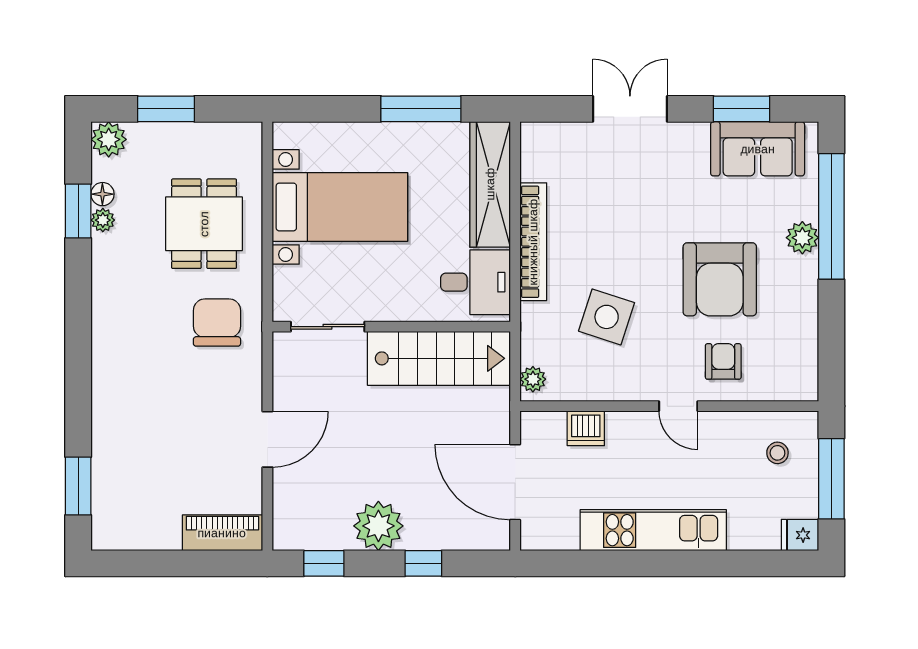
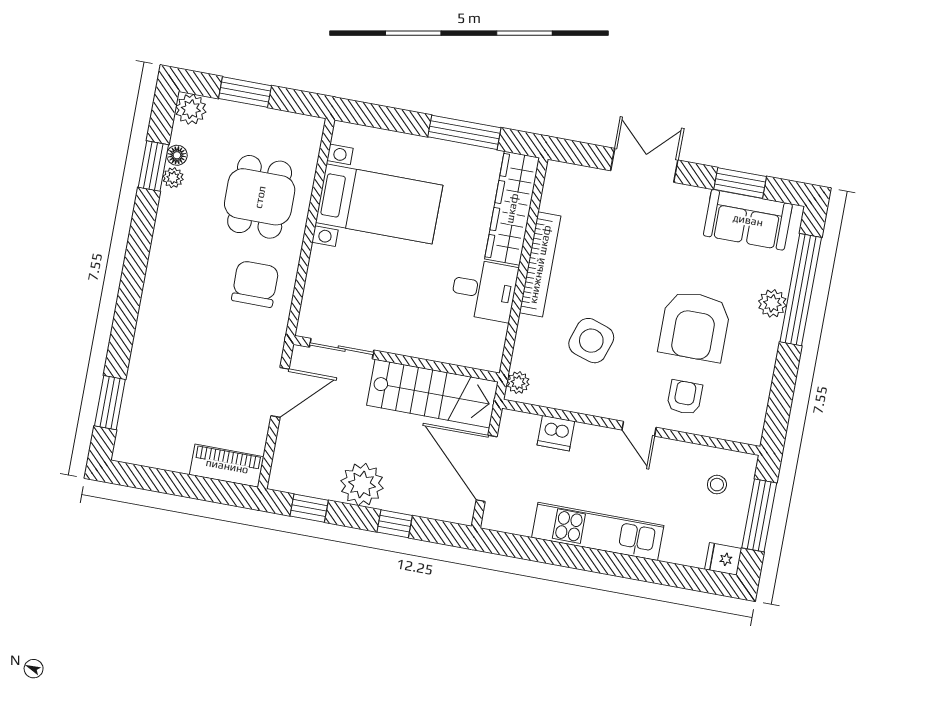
sliding door: (328, 327) -> (342, 349), moved
wall: (391, 327) -> (396, 359), moved
stairs: (439, 358) -> (432, 394), moved

